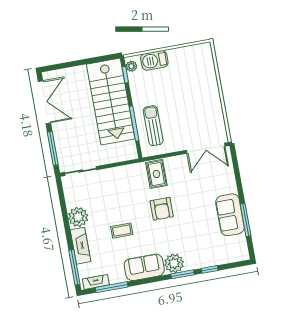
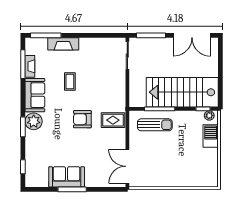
plant: (78, 217) -> (88, 46), removed
window: (246, 220) -> (72, 189), moved
window: (210, 269) -> (23, 167), moved
fireplace: (96, 282) -> (30, 66), moved

